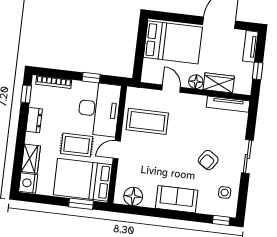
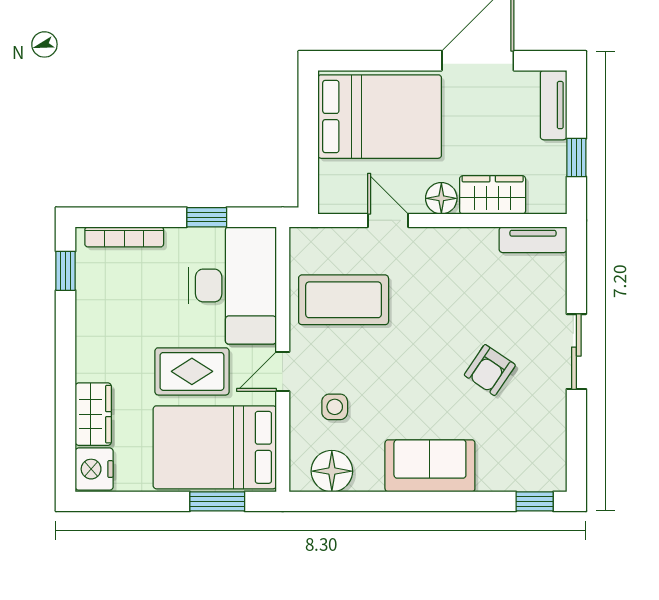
tv unit: (228, 104) -> (533, 240), width x0.71
dresser: (34, 120) -> (91, 327), removed
side table: (225, 193) -> (335, 407), moved

